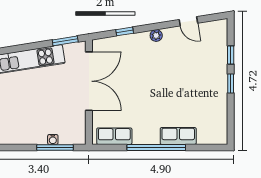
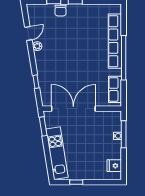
plant: (156, 36) -> (37, 46), moved
chair: (219, 64) -> (61, 11), added
fridge: (13, 135) -> (114, 166), added
row of seats: (178, 136) -> (115, 41), width x2.02

